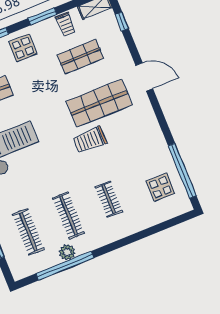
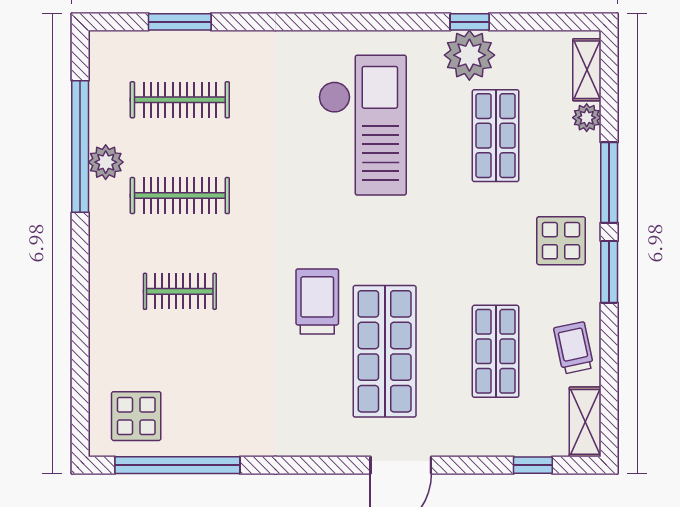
window: (42, 16) -> (609, 272), moved
trolley: (66, 24) -> (574, 348), turned 78
display table: (161, 187) -> (136, 416), moved

